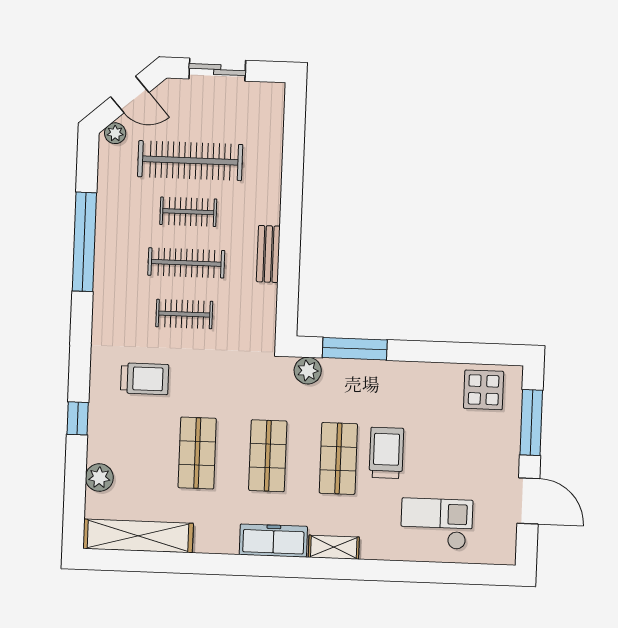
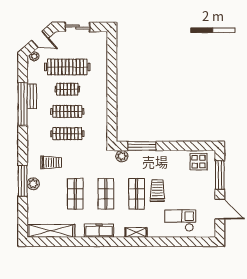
bench: (268, 254) -> (32, 96), moved
clothes rail: (184, 314) -> (67, 134), width x1.36
window: (78, 418) -> (23, 181), width x2.17
plant: (99, 478) -> (33, 184), moved
freezer: (273, 541) -> (99, 231), moved

